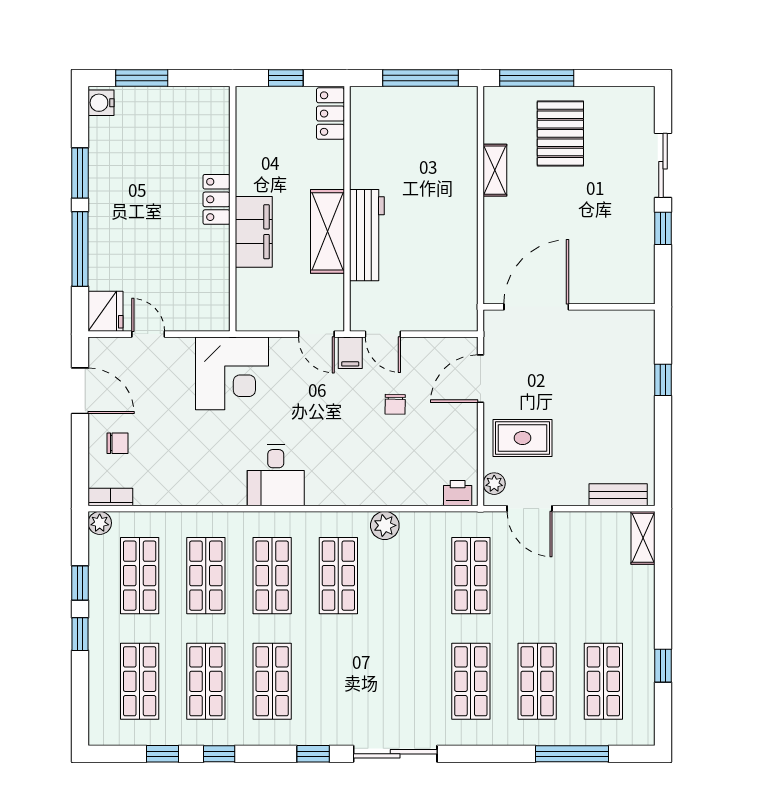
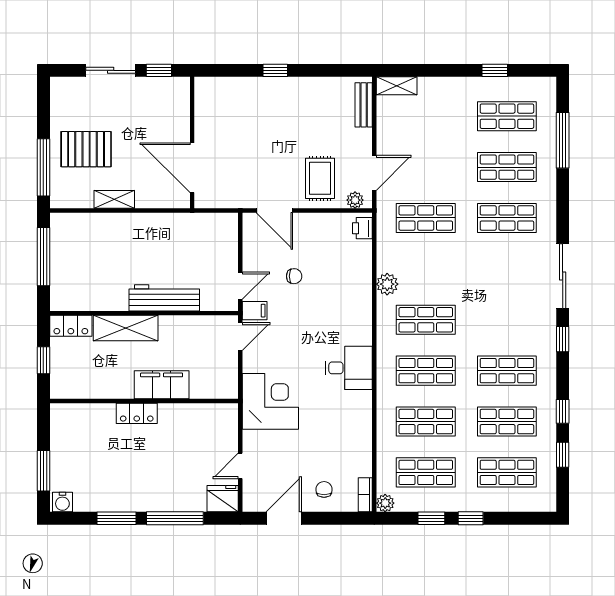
shelving: (327, 231) -> (126, 328), moved
door: (536, 307) -> (192, 168), moved
wall: (569, 307) -> (192, 143), moved

